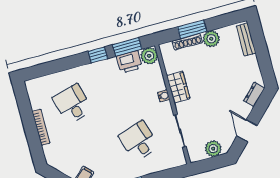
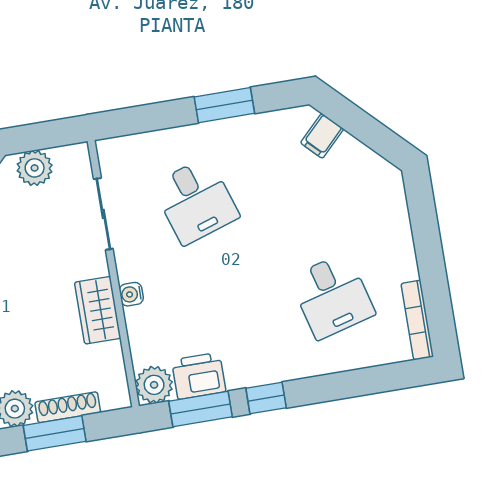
bookcase: (41, 127) -> (417, 320), moved

